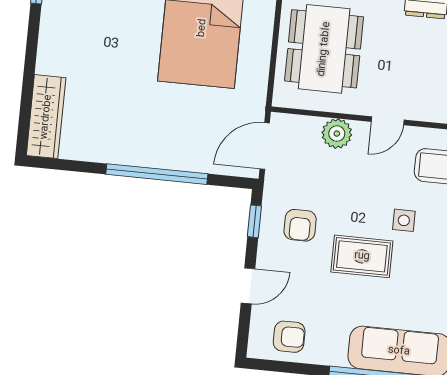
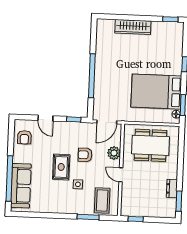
wardrobe: (46, 117) -> (133, 27), moved
door: (265, 146) -> (107, 122), swing flipped
armchair: (300, 225) -> (85, 155), moved

